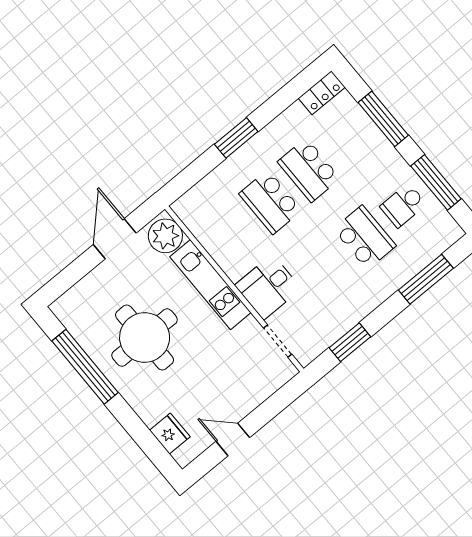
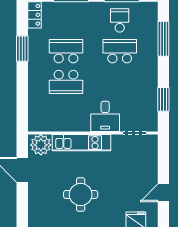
window: (236, 138) -> (22, 49), moved
school desk: (309, 170) -> (66, 51), turned 180
school desk: (403, 205) -> (120, 20), turned 180
round table: (145, 338) -> (81, 195), width x0.73, depth x0.73

